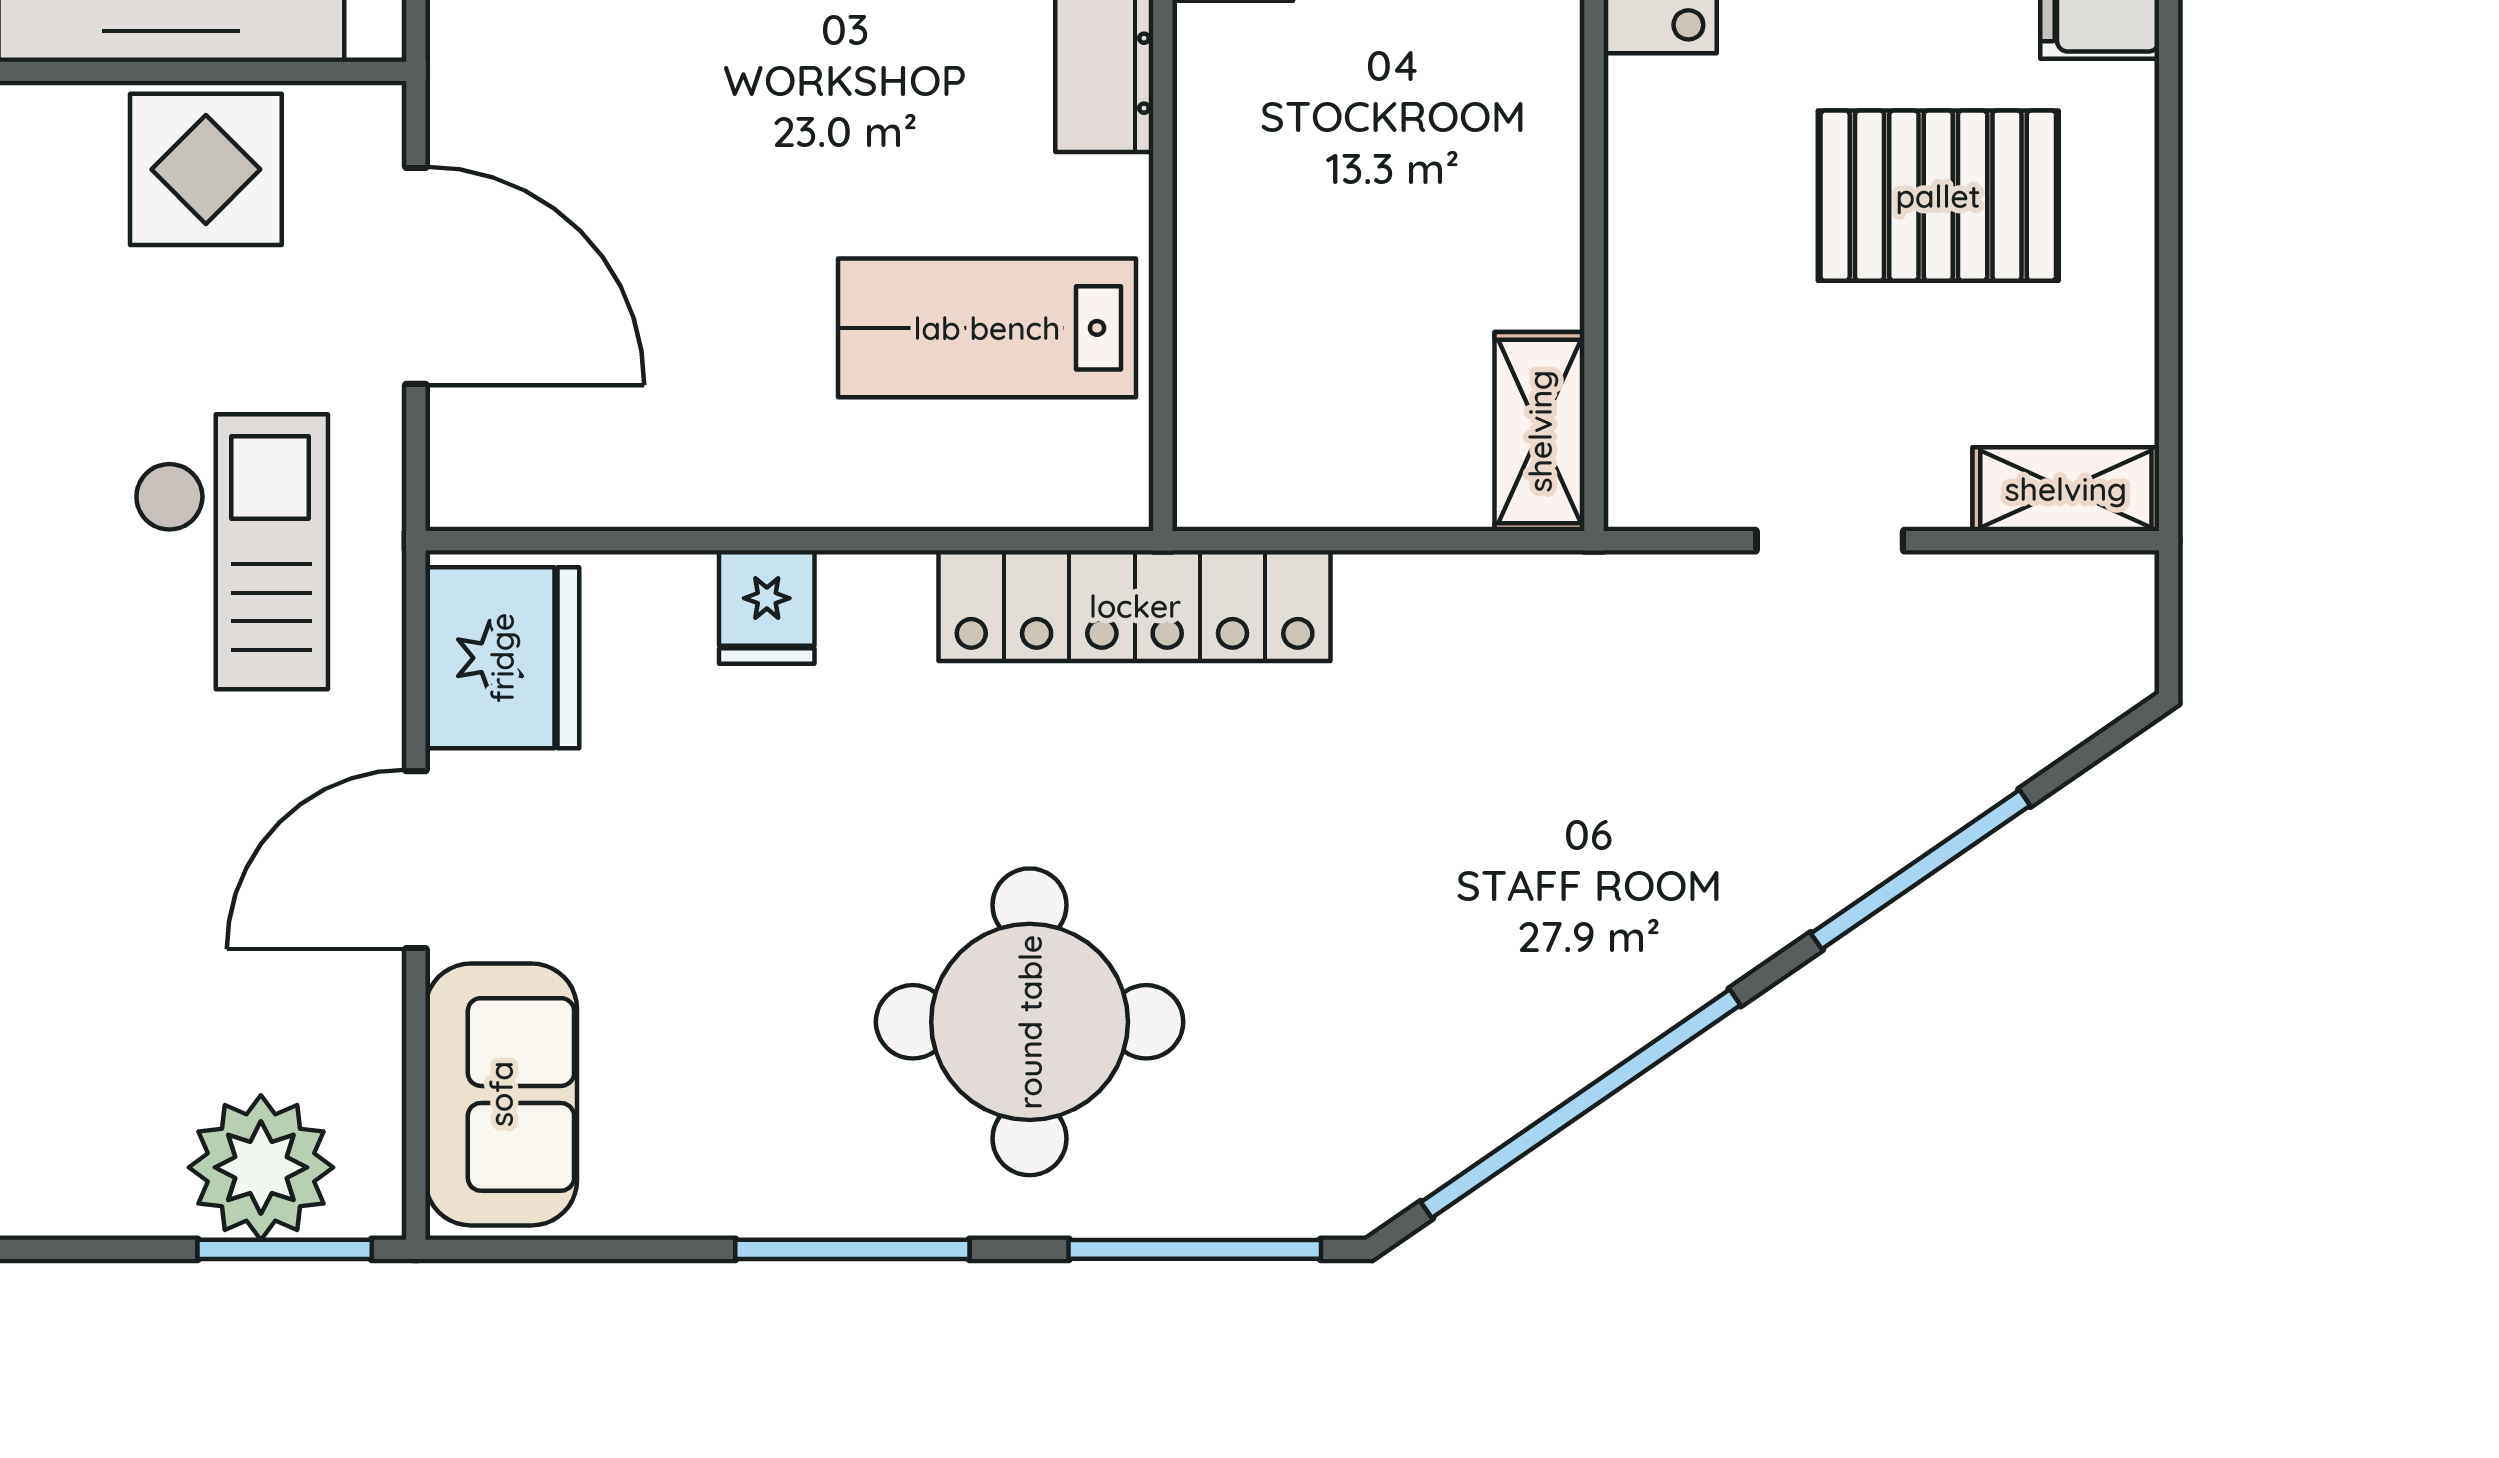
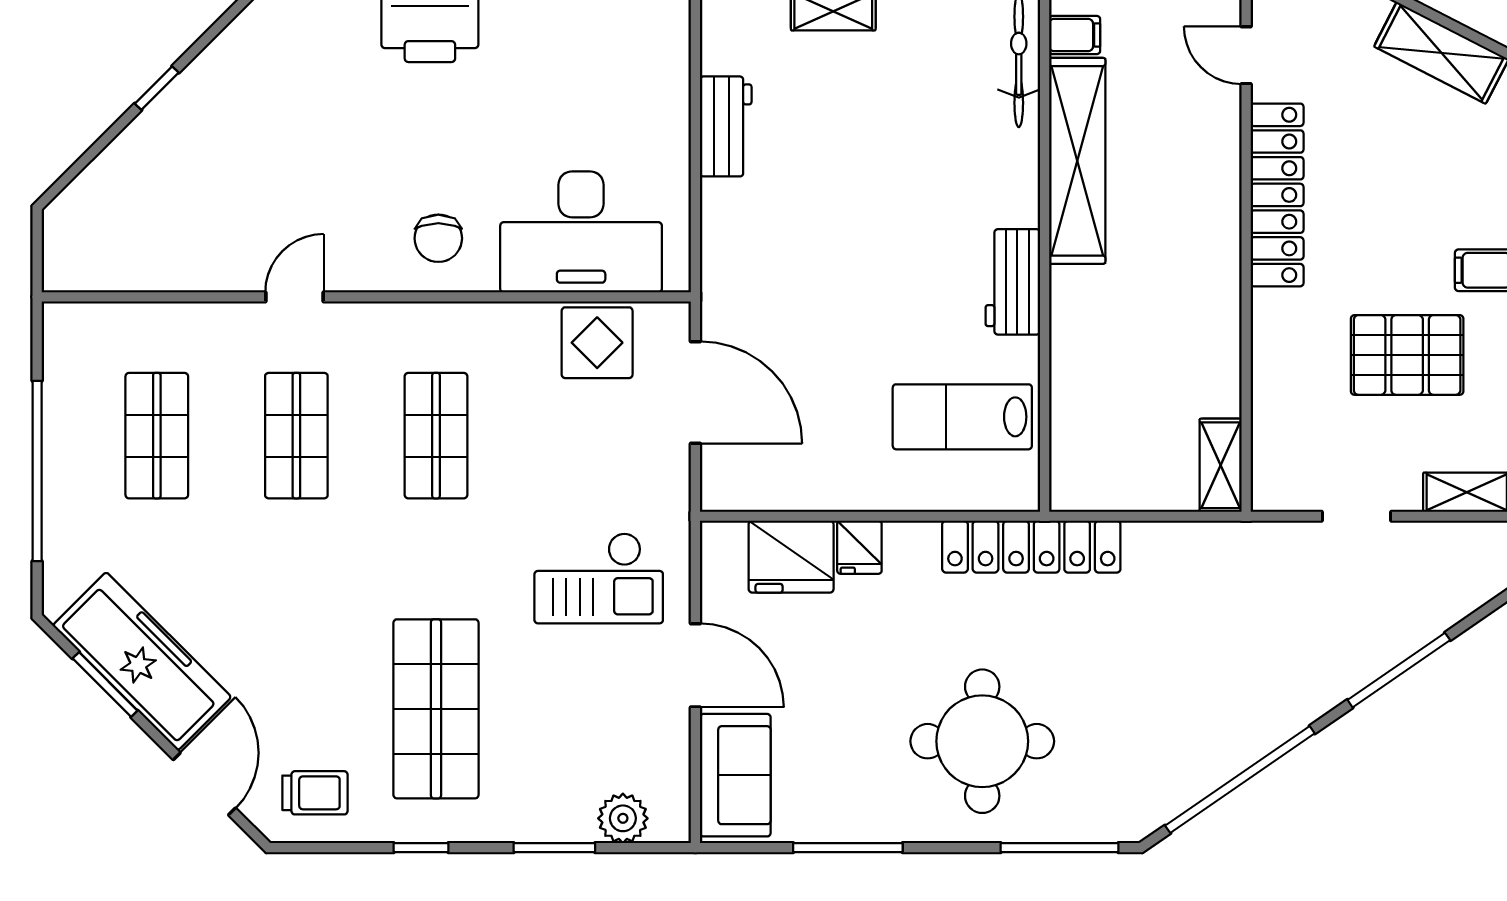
checkout: (231, 552) -> (599, 578), moved, turned 90
fridge: (502, 658) -> (791, 557), moved, turned 90
door: (416, 860) -> (695, 665), swing flipped
plant: (261, 1167) -> (623, 818), width x0.73, depth x0.73
window: (285, 1249) -> (554, 848), moved
window: (852, 1249) -> (848, 848), moved

